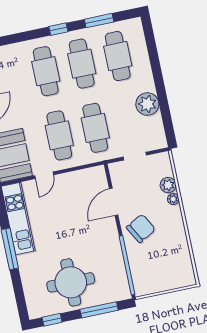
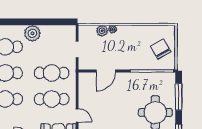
plant: (147, 104) -> (32, 33), moved
door: (114, 202) -> (106, 71), hinge flipped
chair: (141, 228) -> (161, 49), moved

